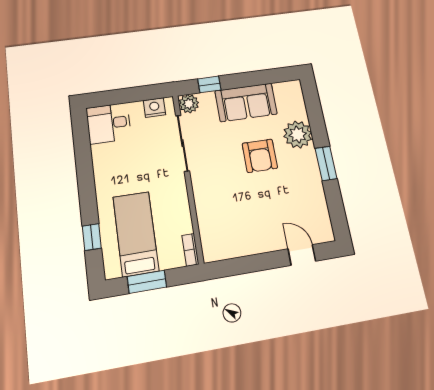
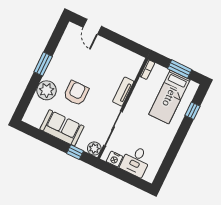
desk: (109, 123) -> (136, 161), moved, turned 90
tv unit: (202, 199) -> (123, 92), added

